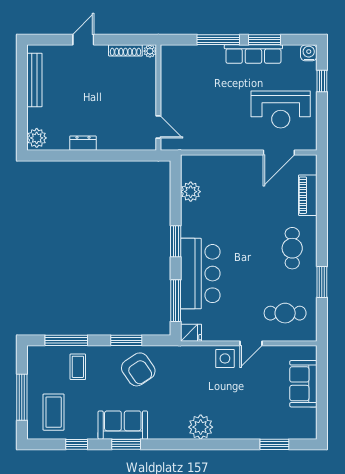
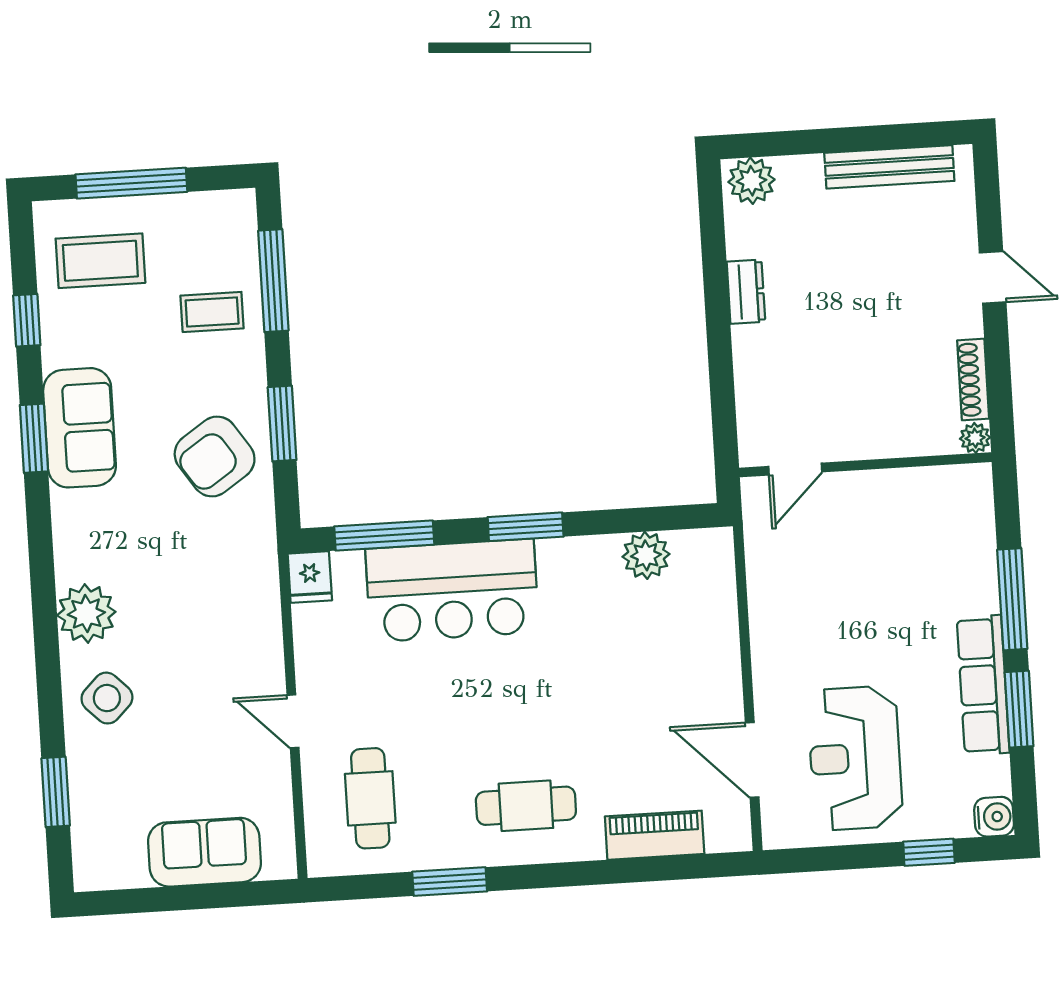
side table: (225, 358) -> (107, 698), moved, turned 45

